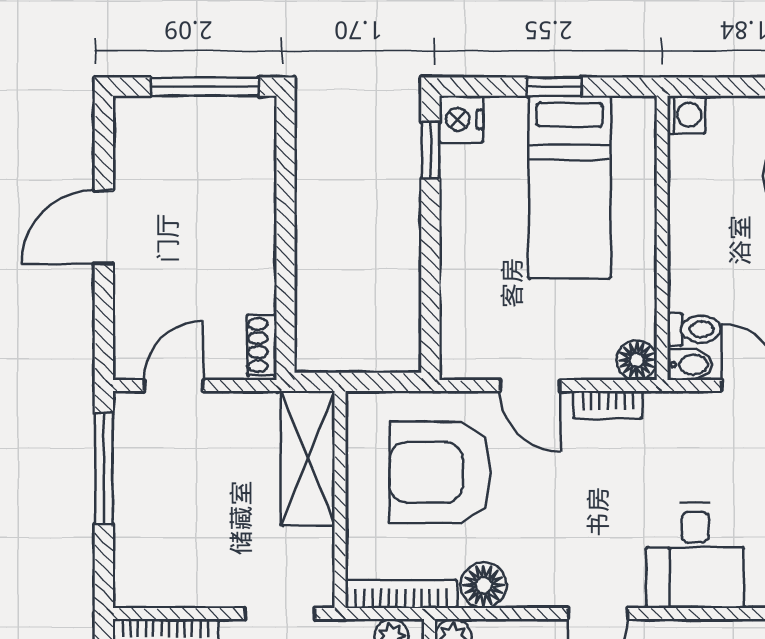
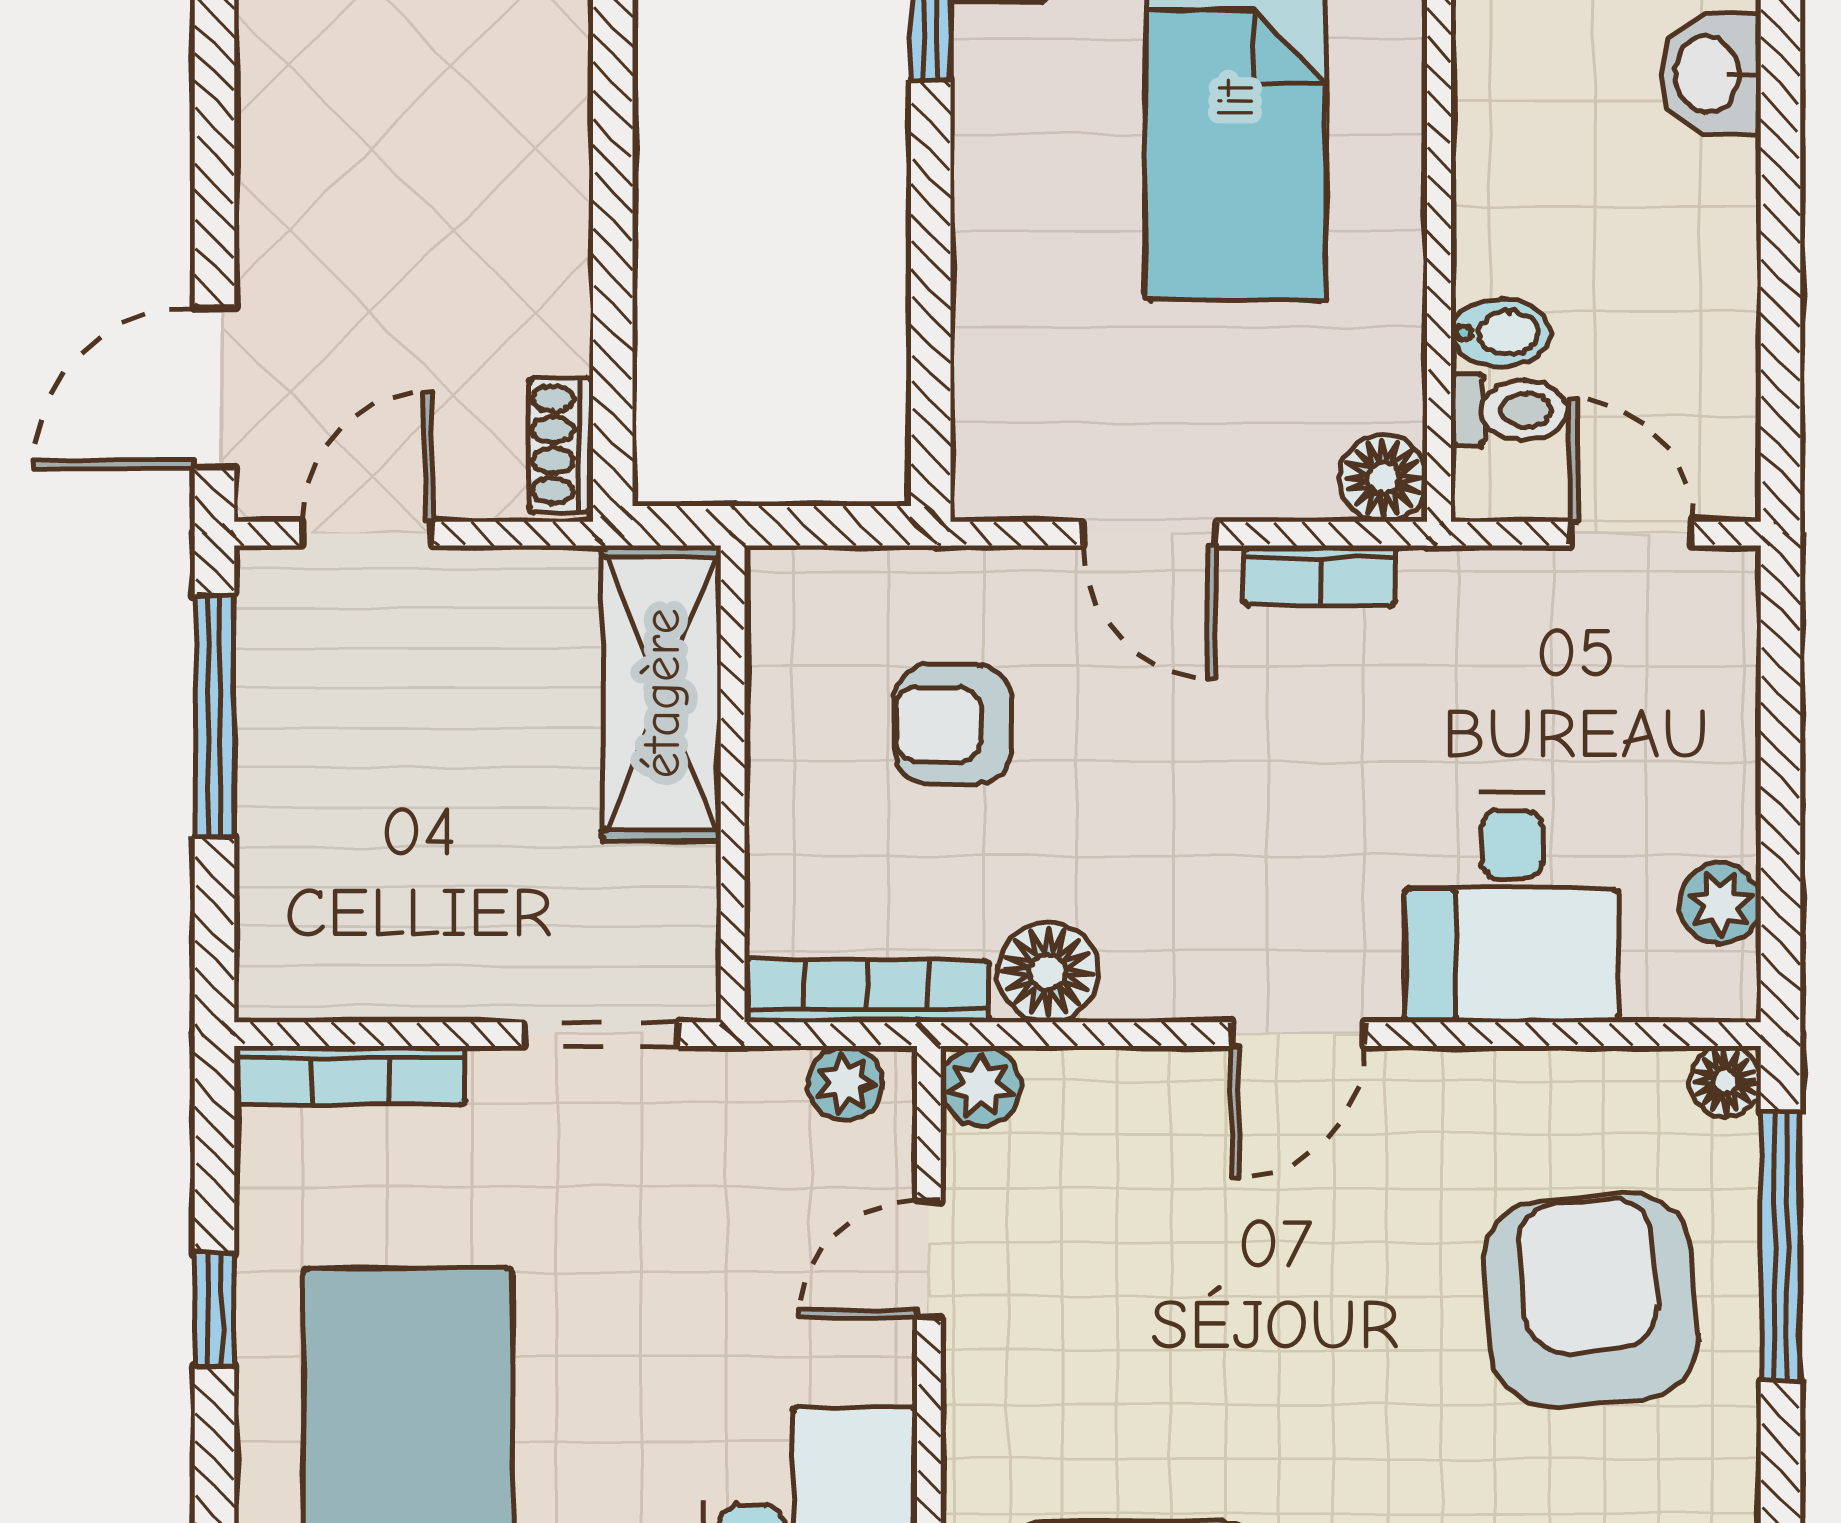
door: (104, 227) -> (215, 388), moved
bidet: (690, 365) -> (1501, 333), moved
armchair: (440, 472) -> (953, 724), width x0.53, depth x0.53

